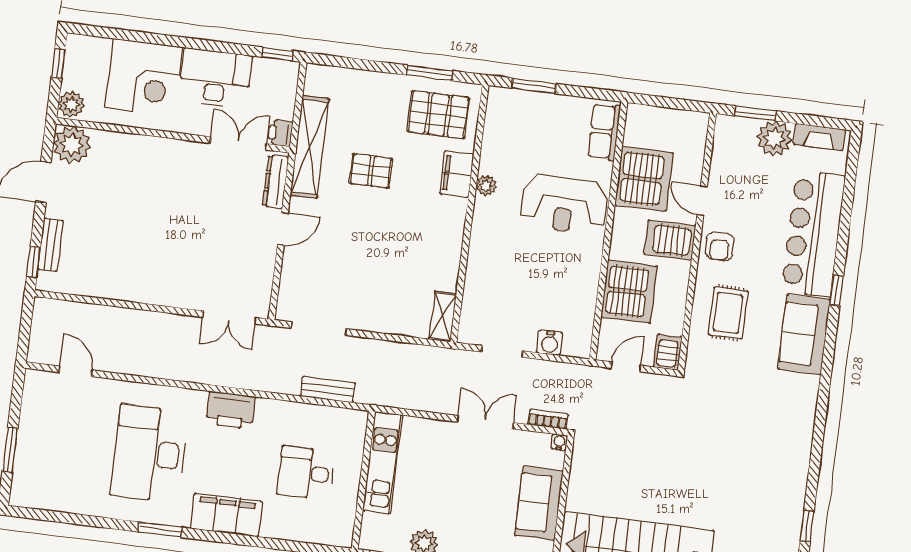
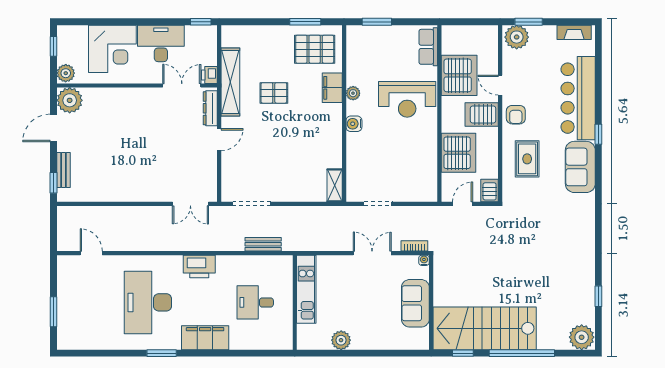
plant: (774, 138) -> (517, 37), moved
water cooler: (550, 343) -> (354, 124), moved, turned 90

